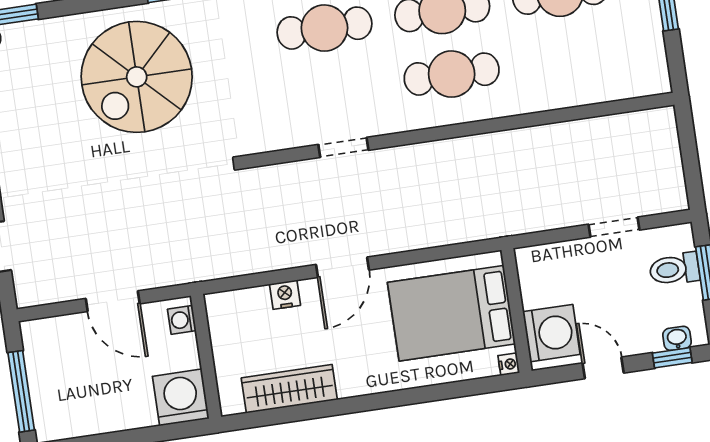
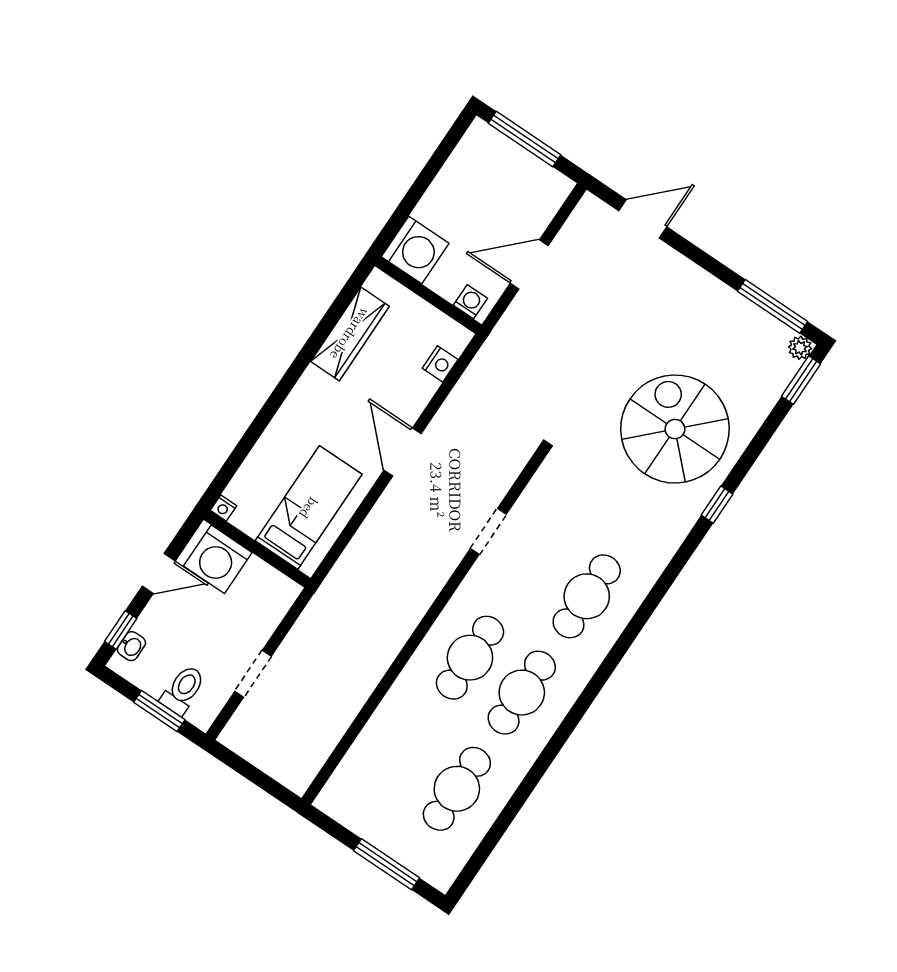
nightstand: (285, 295) -> (440, 364), moved
bed: (451, 313) -> (309, 508), width x0.67

